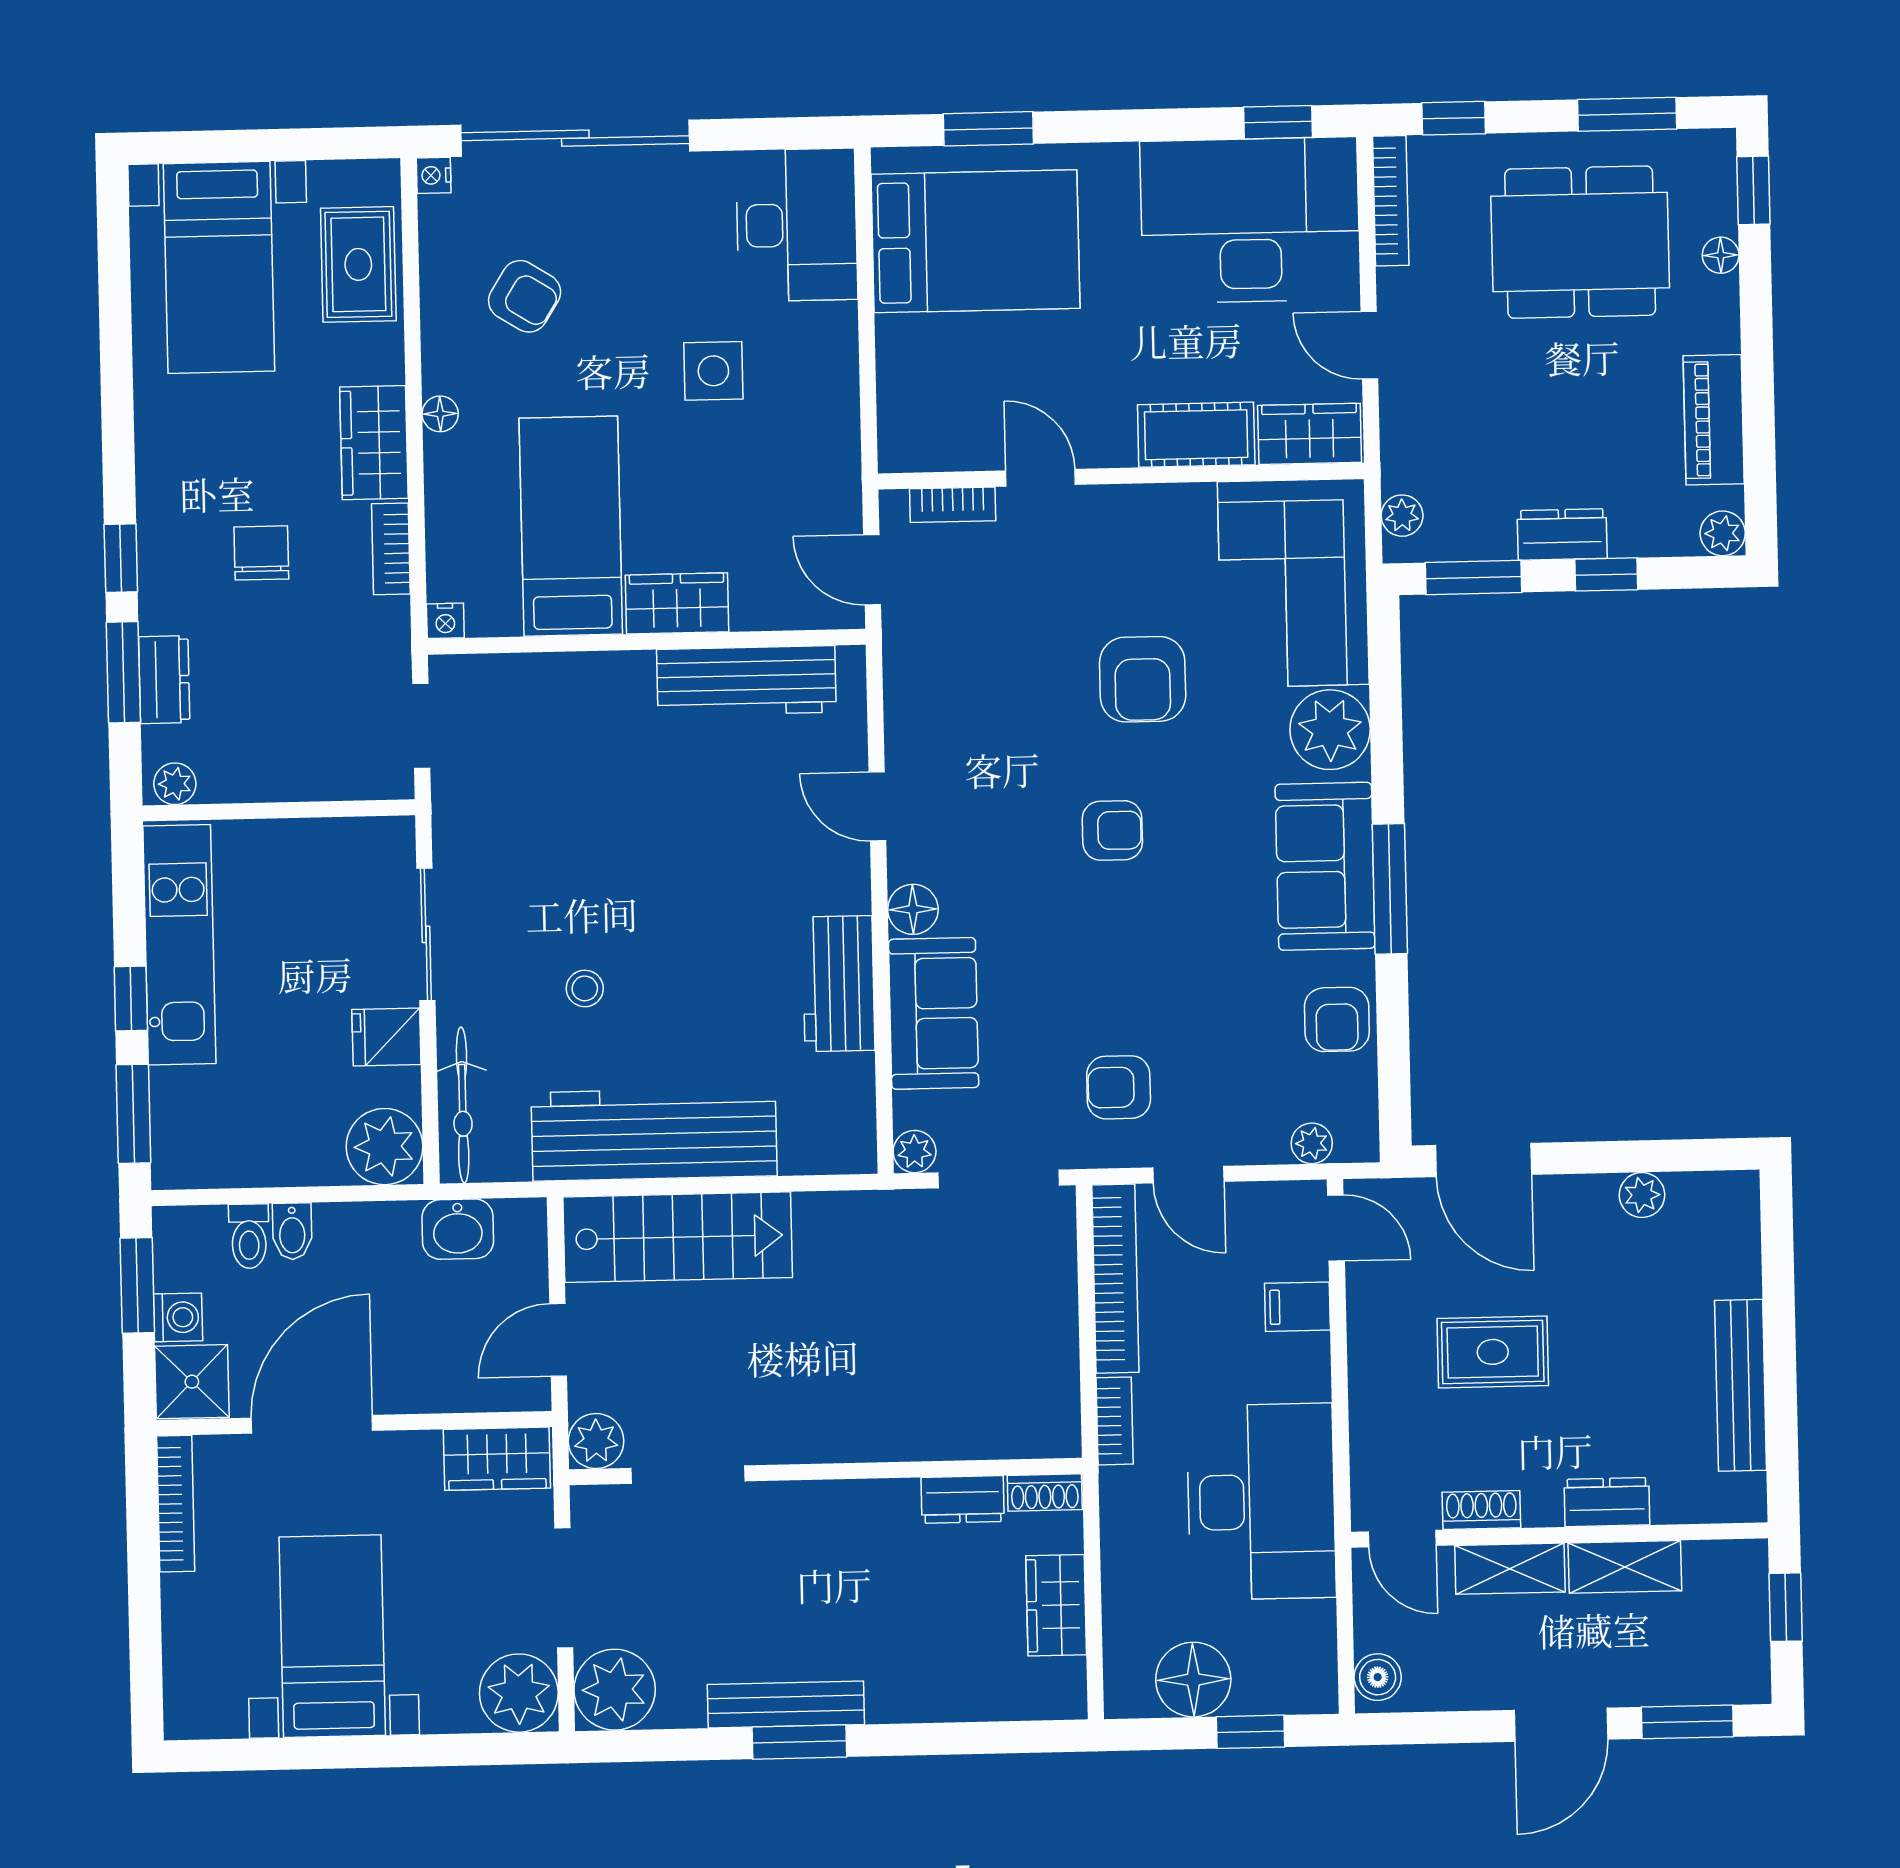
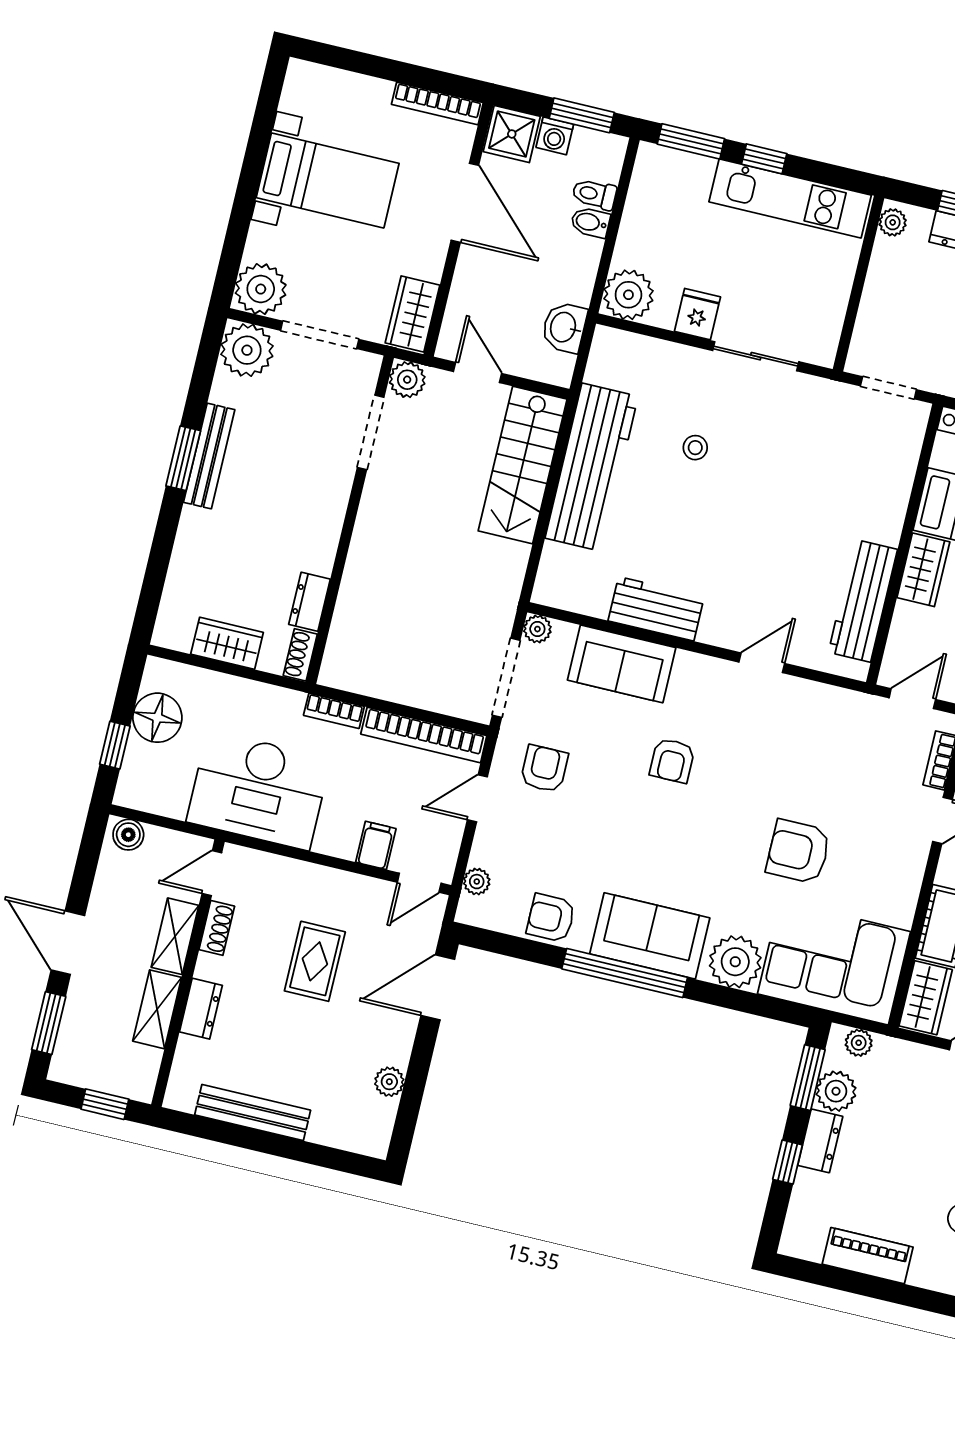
plant: (1723, 533) -> (836, 1091), moved, width x1.38, depth x1.38
armchair: (1112, 830) -> (672, 761), moved
window: (1390, 889) -> (625, 973), width x1.46
floor lamp: (913, 909) -> (691, 668), removed
bicycle: (463, 1105) -> (642, 351), removed

